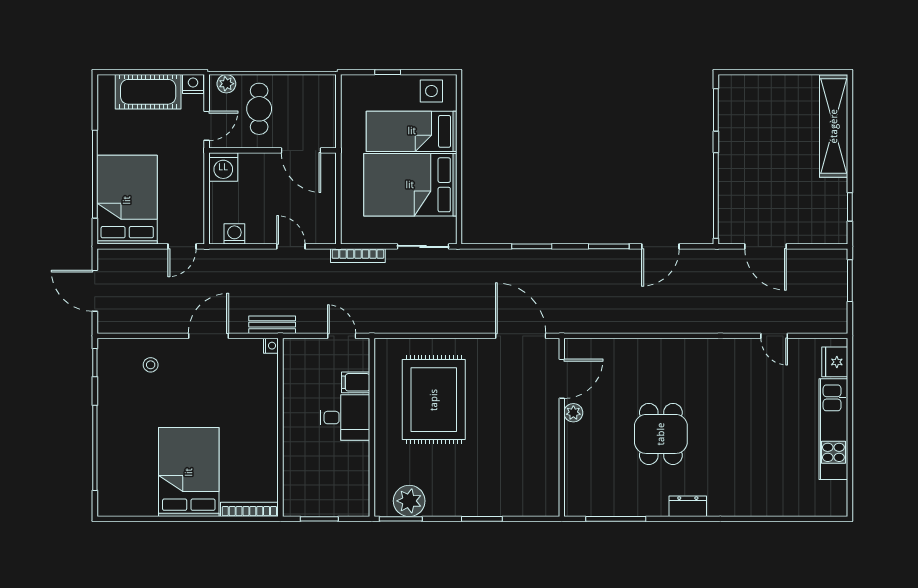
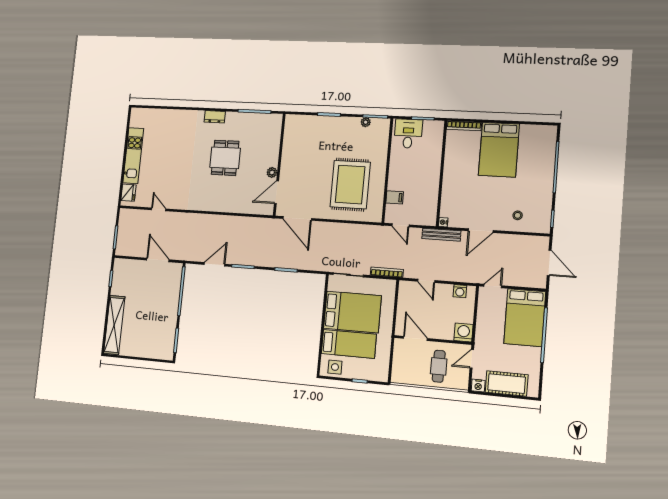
plant: (226, 84) -> (458, 384), removed
bench: (272, 325) -> (441, 235), width x1.36
desk: (345, 418) -> (408, 134), moved, turned 90
plant: (409, 501) -> (366, 122), width x0.53, depth x0.53

